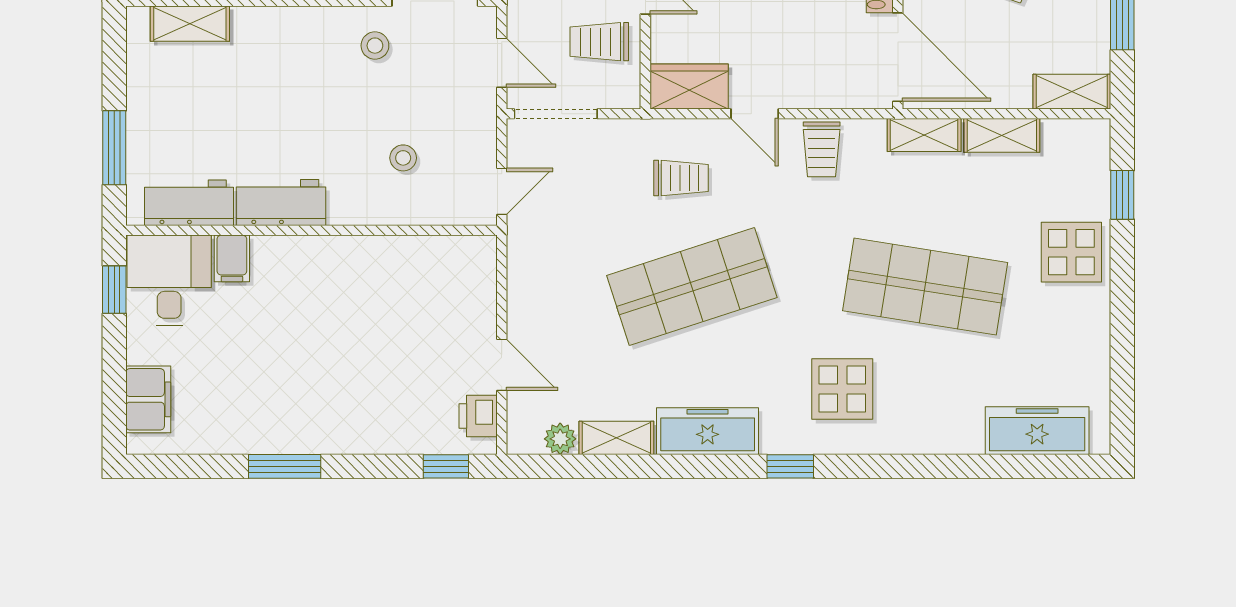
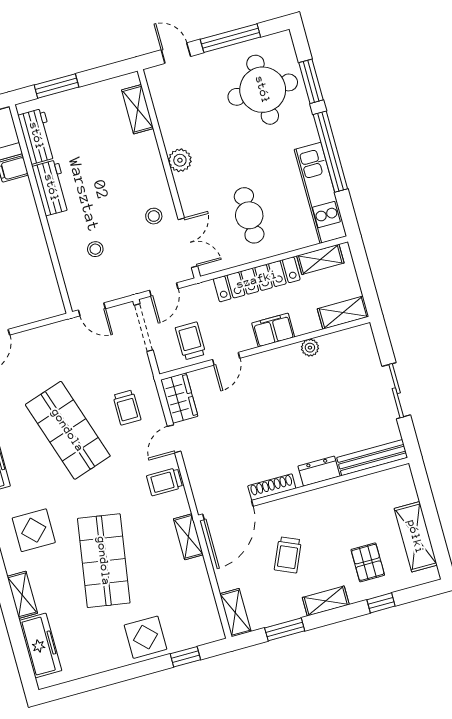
shelving: (1002, 135) -> (22, 595), moved

